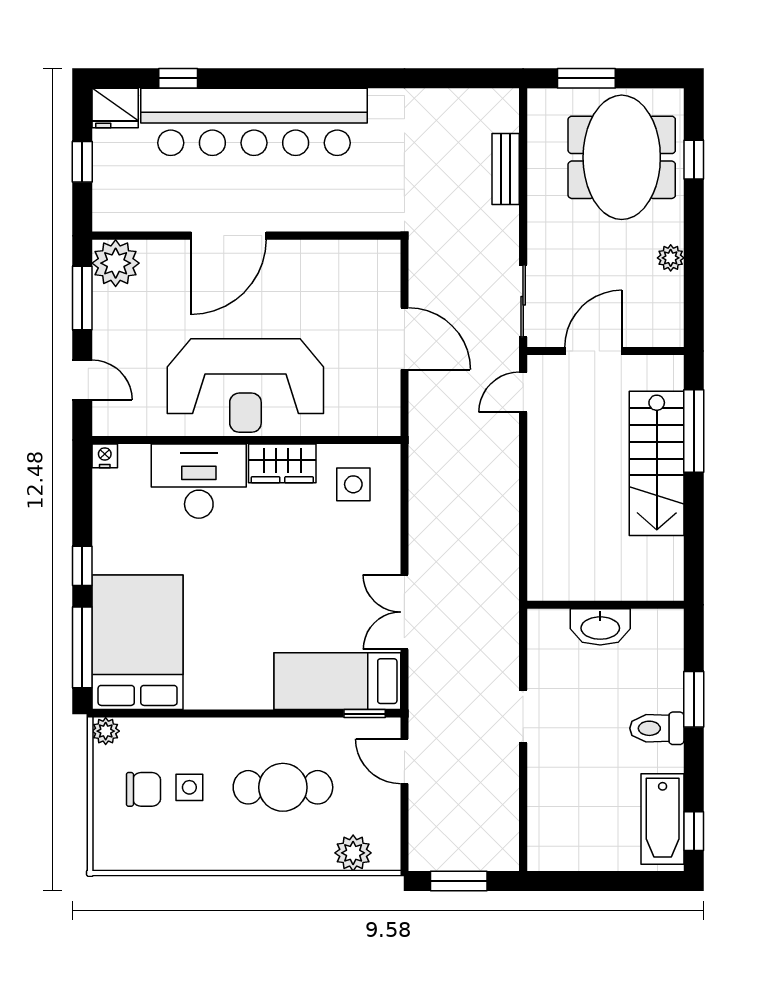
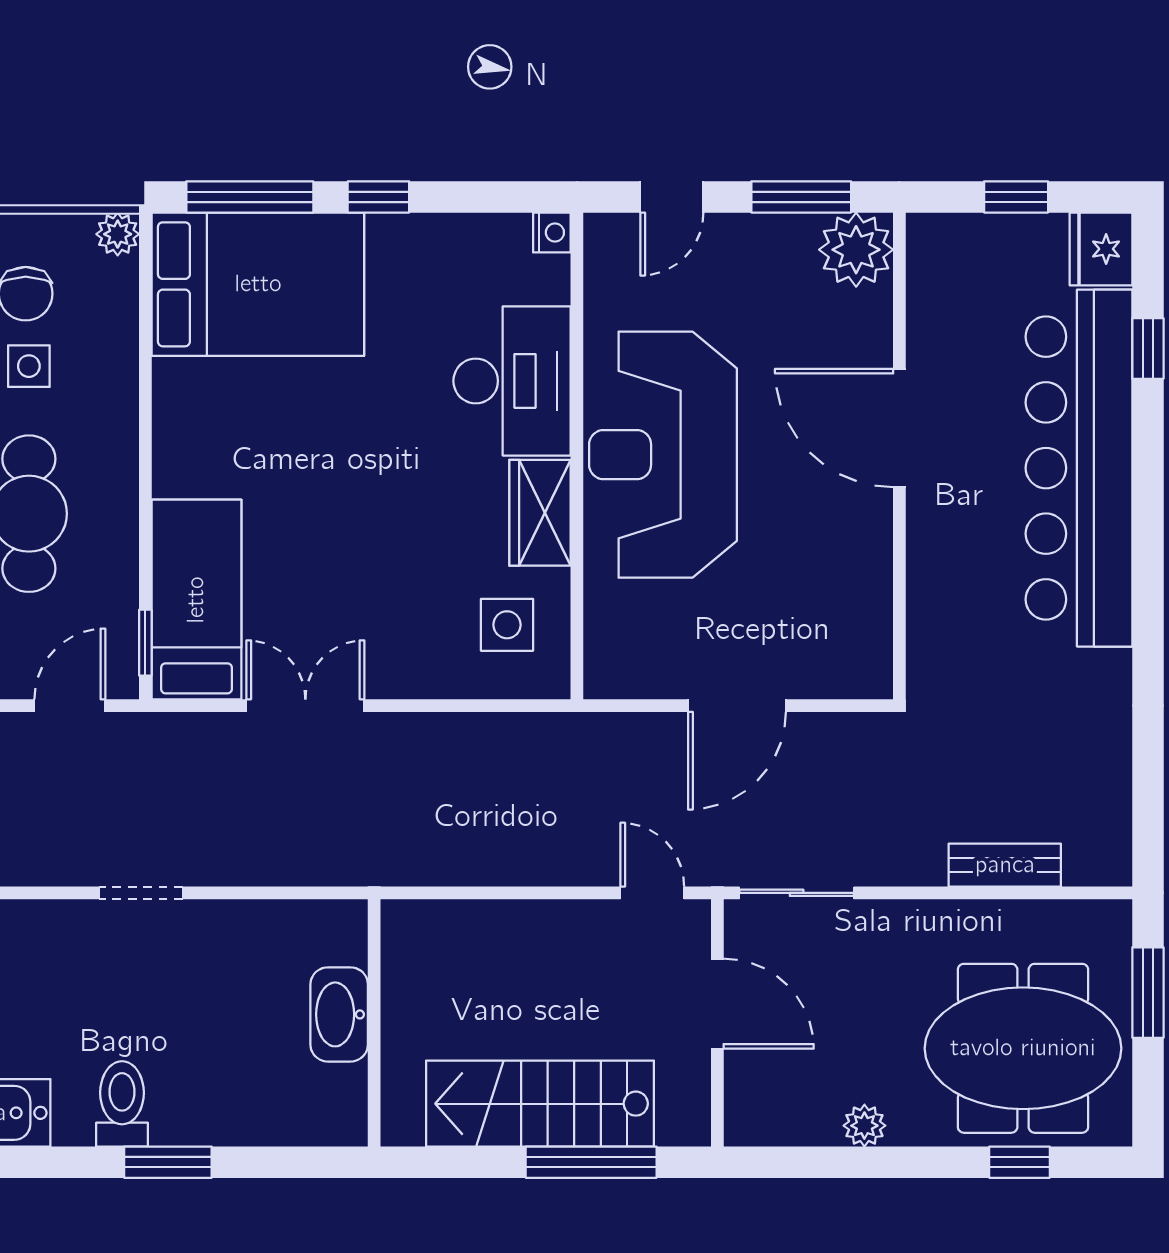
wall: (606, 605) -> (374, 1023), moved
washbasin: (600, 627) -> (339, 1014), moved

